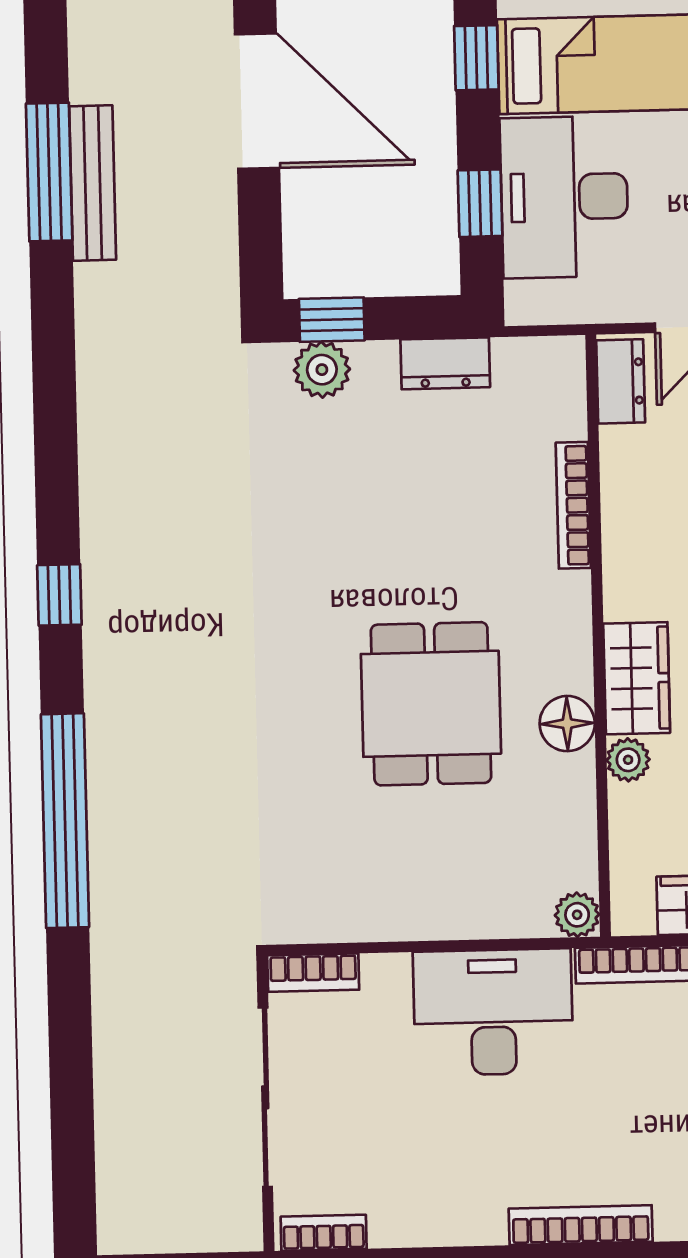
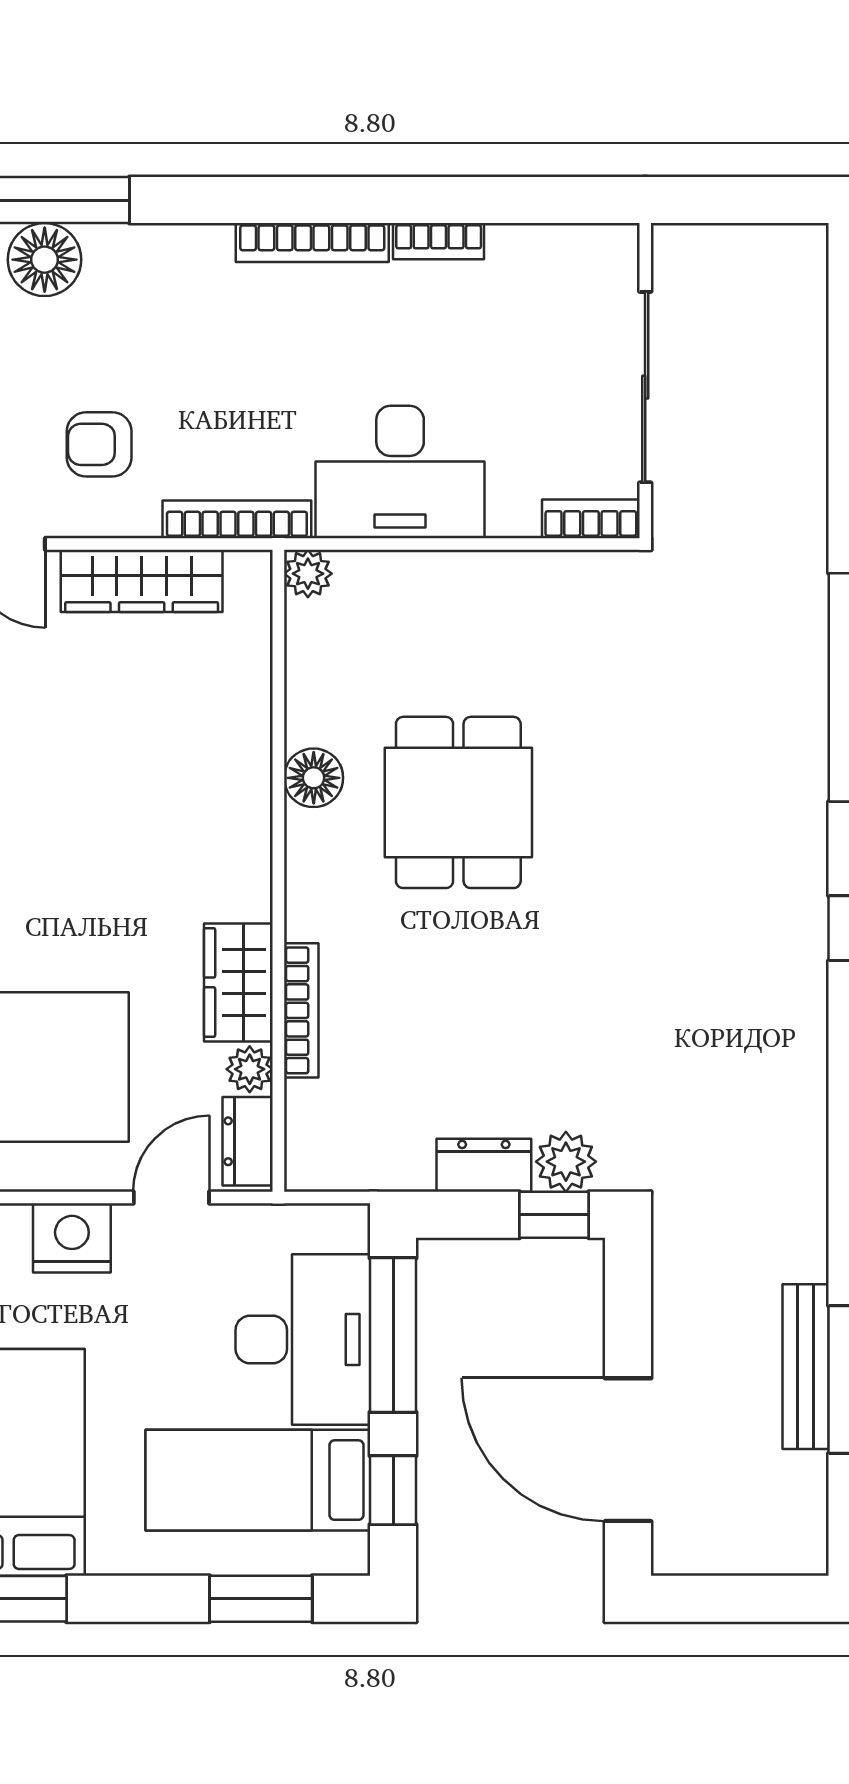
window: (480, 203) -> (393, 1335), width x2.17
dresser: (445, 363) -> (484, 1165), moved
wardrobe: (637, 678) -> (238, 982), moved
plant: (628, 760) -> (250, 1069), moved
bookcase: (324, 1233) -> (439, 241), moved

